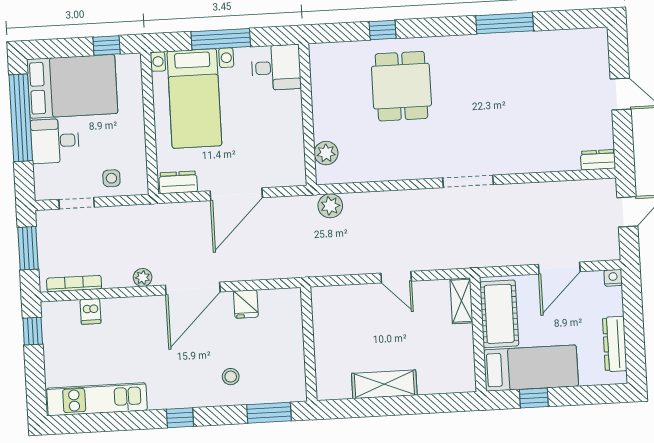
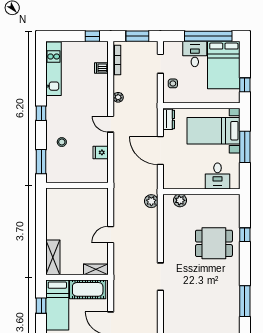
desk: (276, 68) -> (218, 176), moved
door: (193, 289) -> (111, 124), width x0.53
shelving: (384, 384) -> (53, 257), moved

